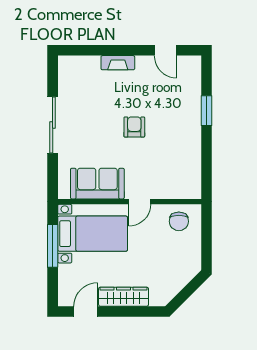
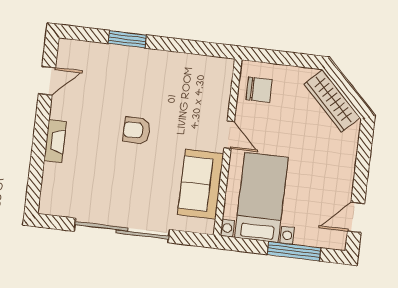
sliding door: (53, 125) -> (122, 230), width x1.36
window: (53, 246) -> (294, 251), moved
wardrobe: (124, 297) -> (332, 101), moved, turned -45
door: (86, 311) -> (356, 217), hinge flipped

